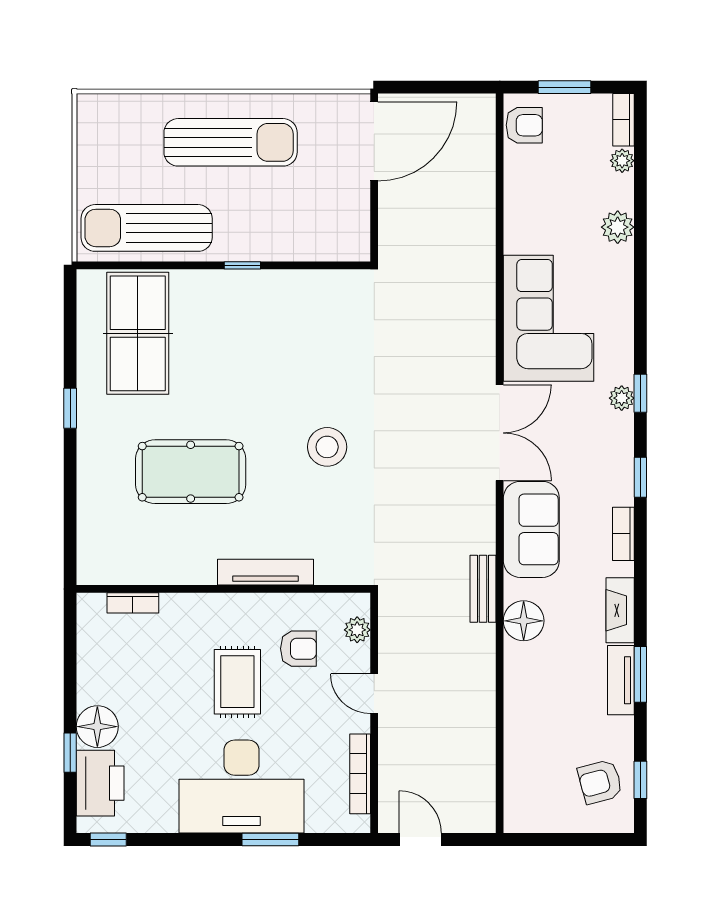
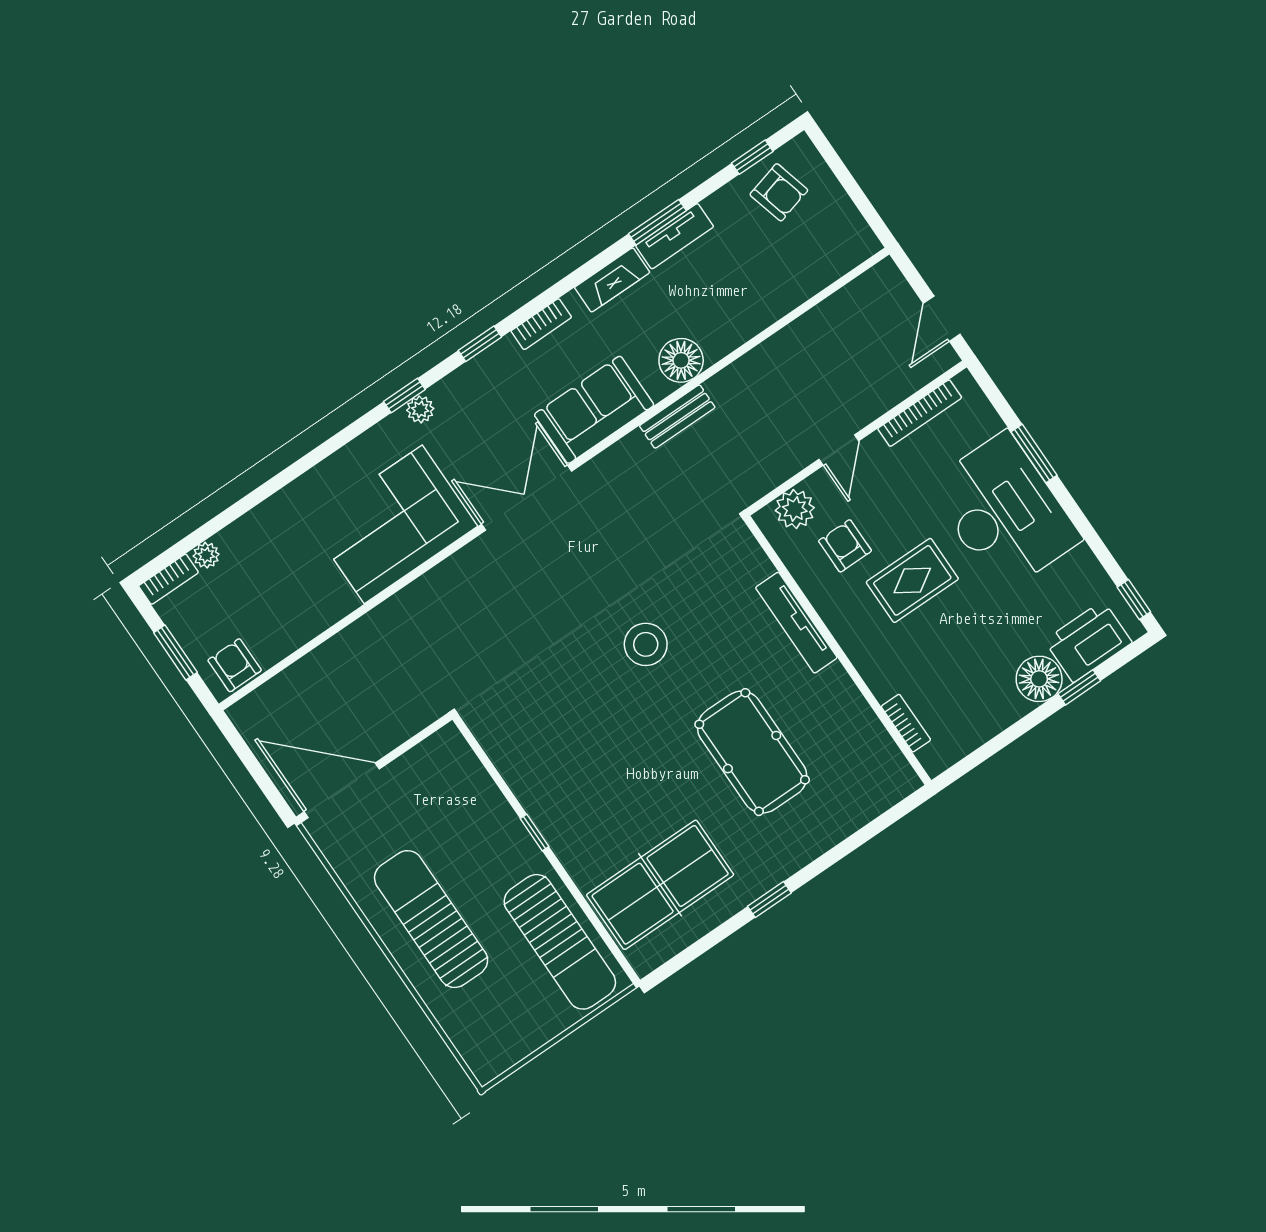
plant: (618, 227) -> (269, 518), removed
plant: (357, 630) -> (795, 509), width x1.38, depth x1.38

